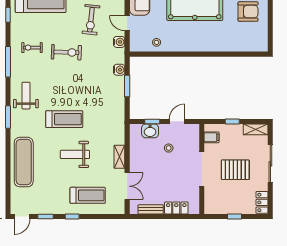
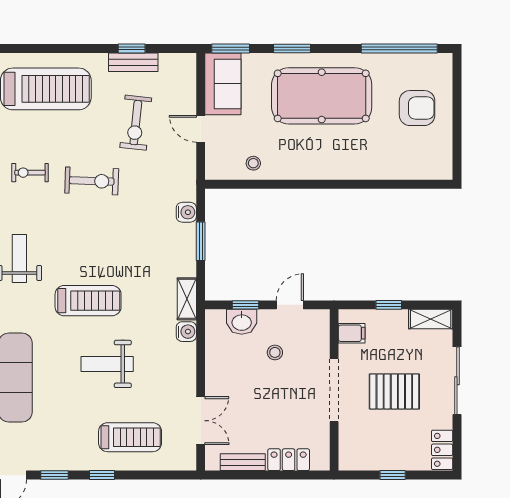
water cooler: (119, 42) -> (186, 332), moved
shelving: (119, 157) -> (187, 299), moved

